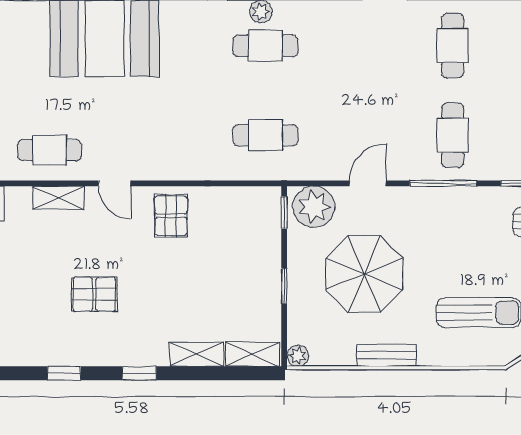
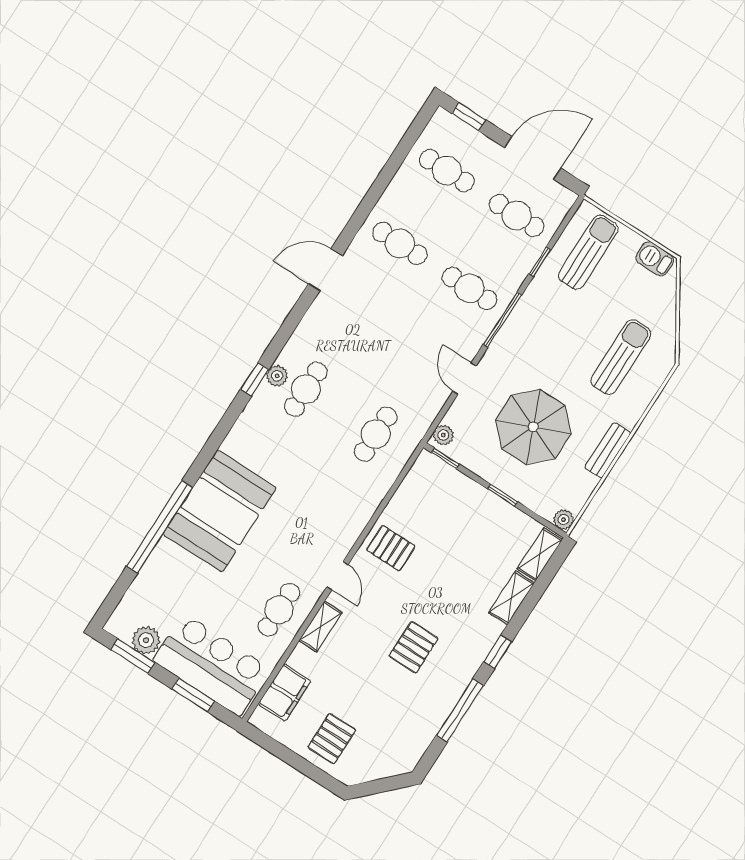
door: (115, 183) -> (337, 576), hinge flipped
plant: (314, 207) -> (443, 435), width x0.53, depth x0.53
window: (64, 373) -> (460, 710), width x2.17

